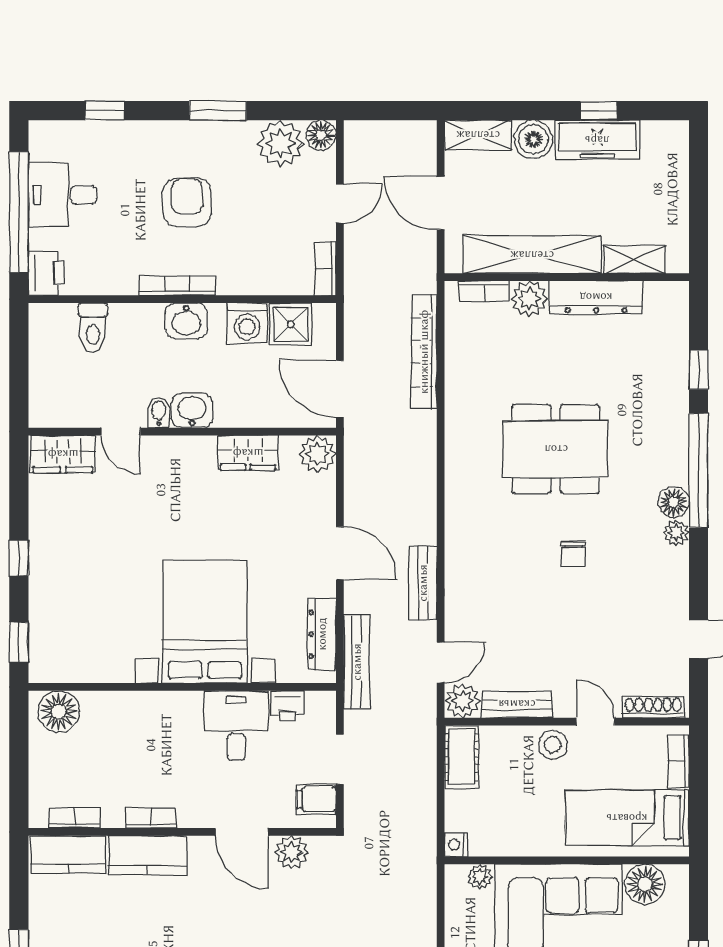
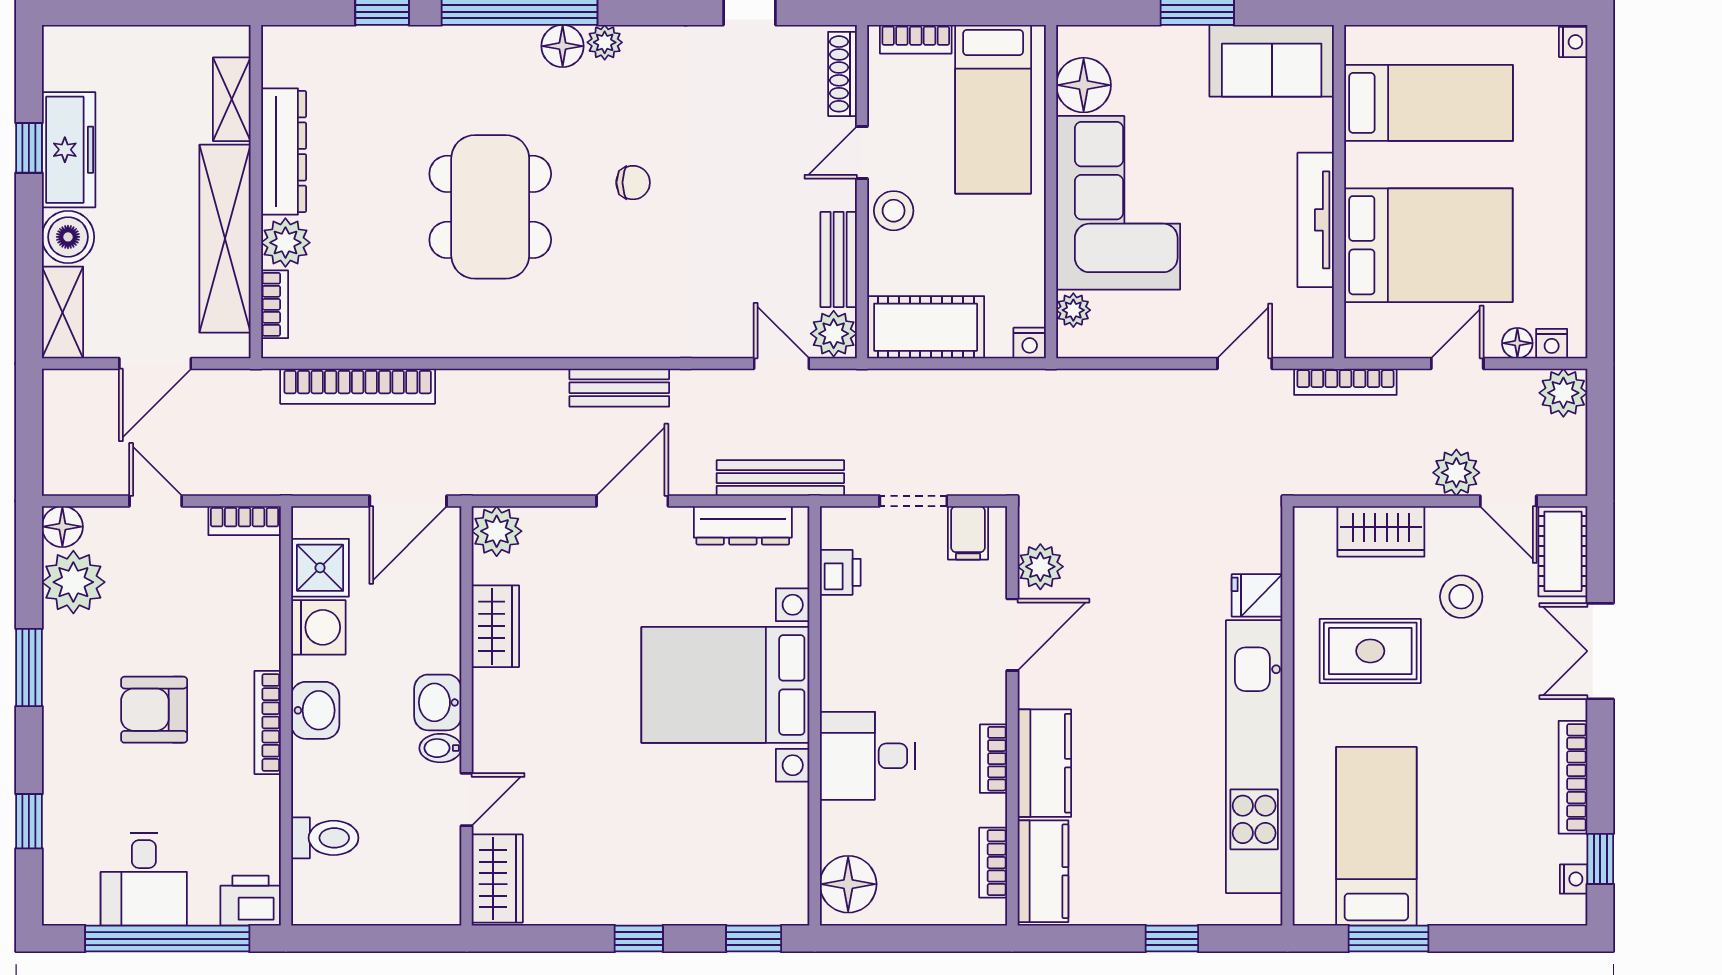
bench: (423, 583) -> (619, 388), moved
desk: (236, 726) -> (867, 756), moved
cot: (462, 757) -> (926, 327), width x1.37, depth x1.34

